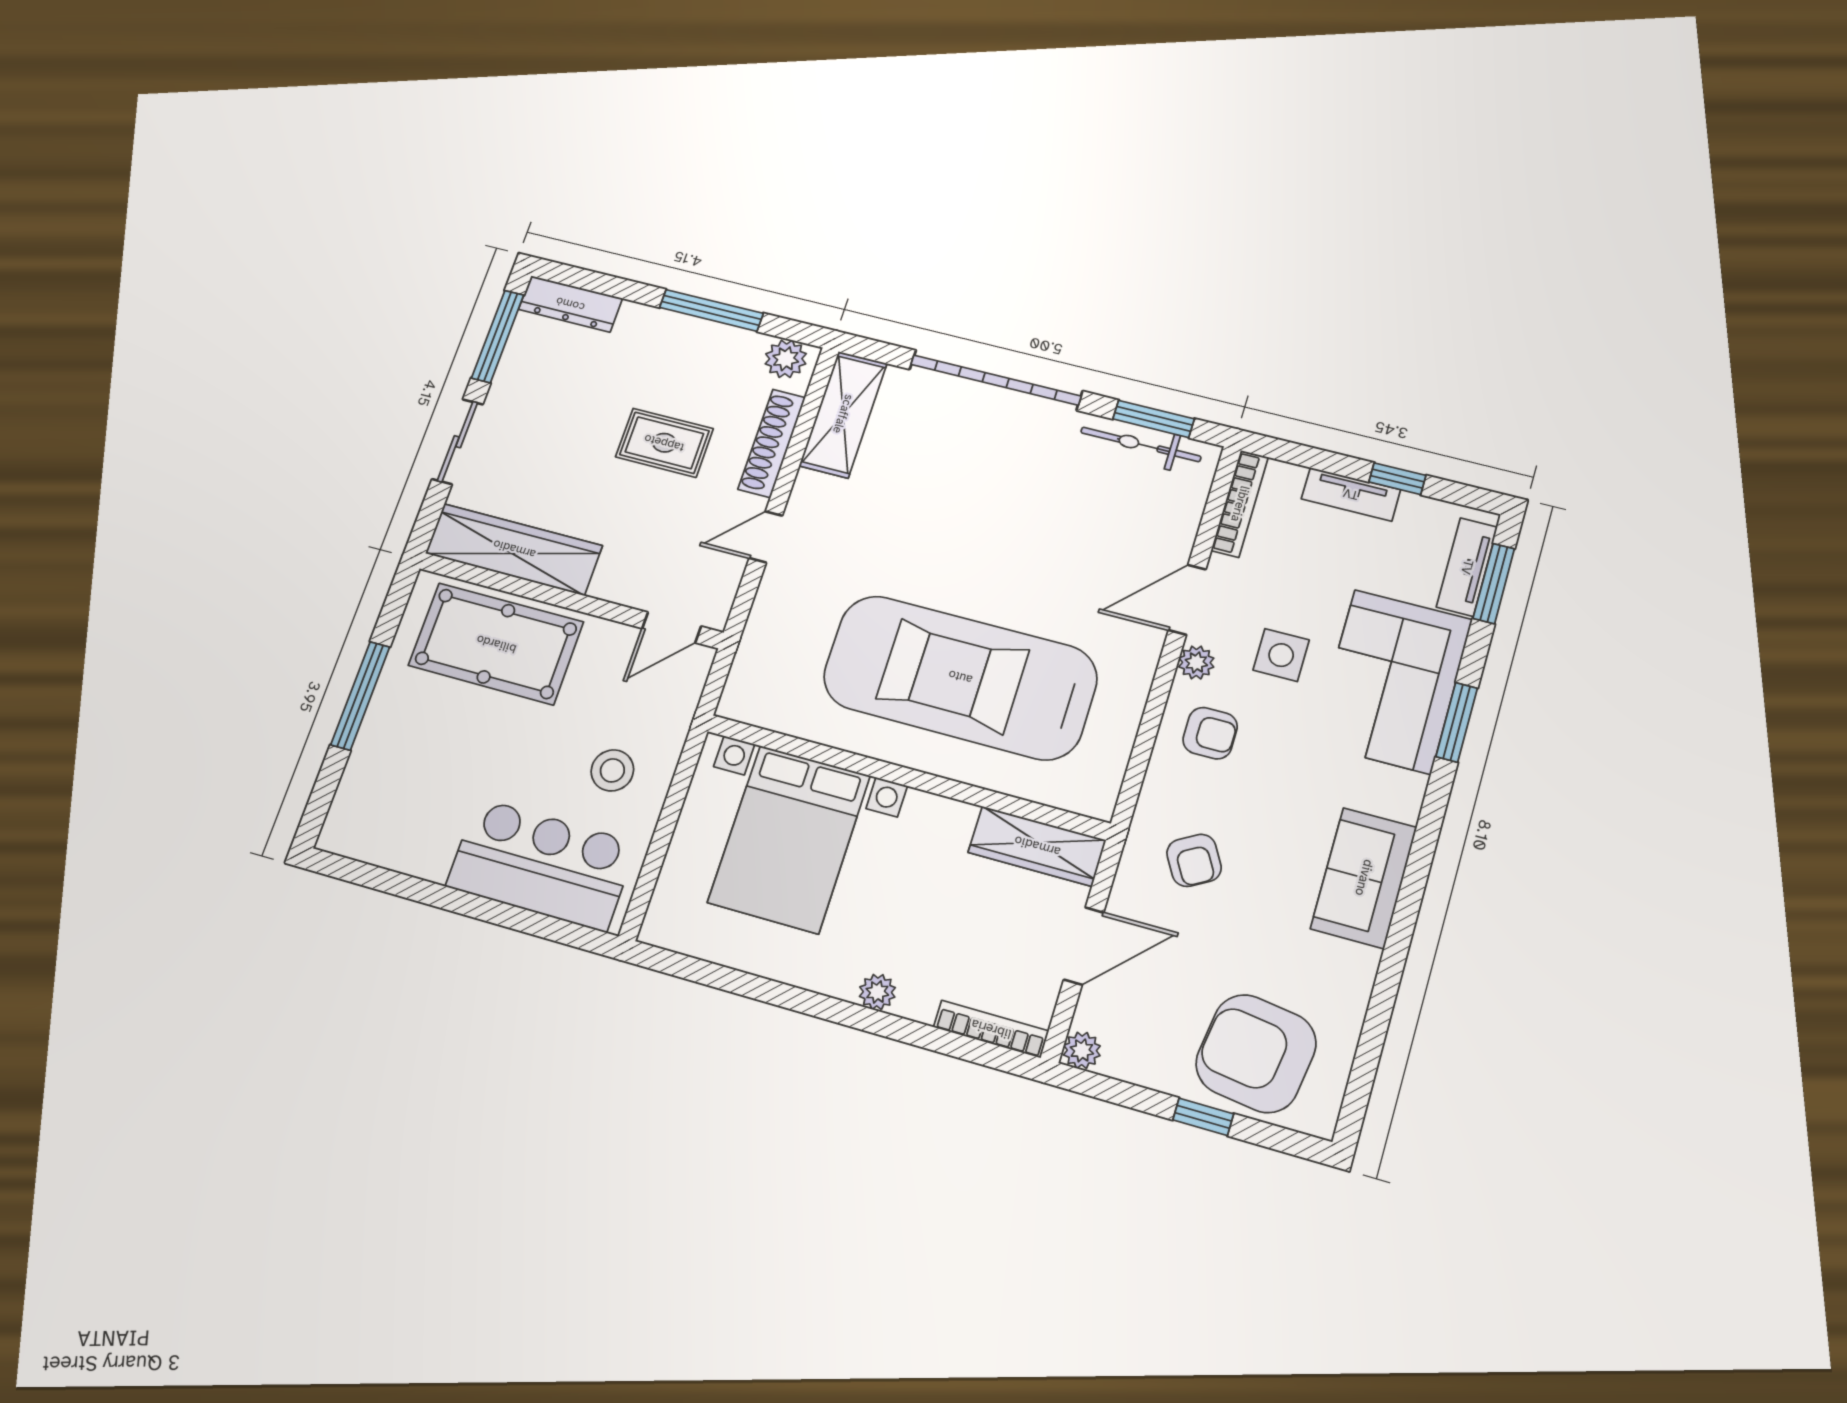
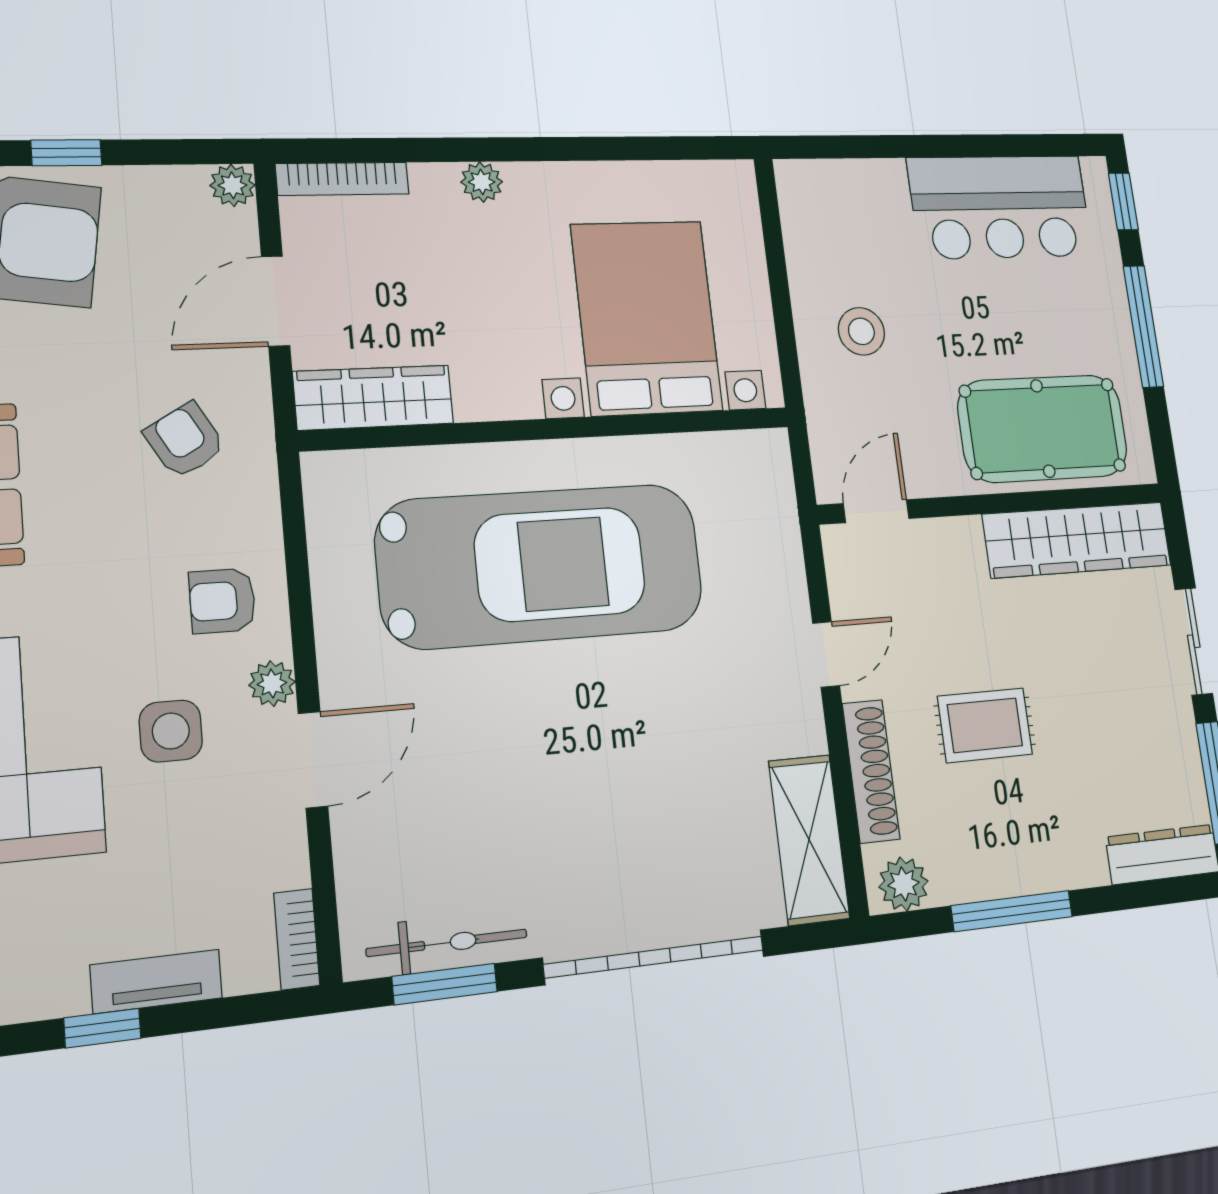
bookcase: (1240, 504) -> (297, 939), width x0.64
window: (319, 804) -> (1123, 201), added
bar counter: (541, 865) -> (1000, 207), moved

